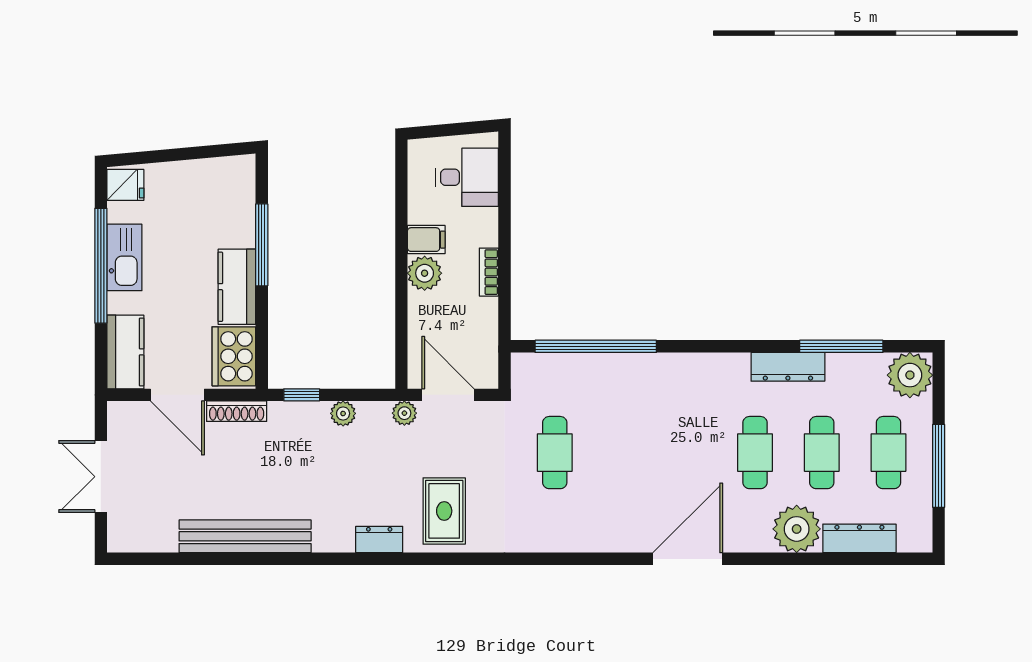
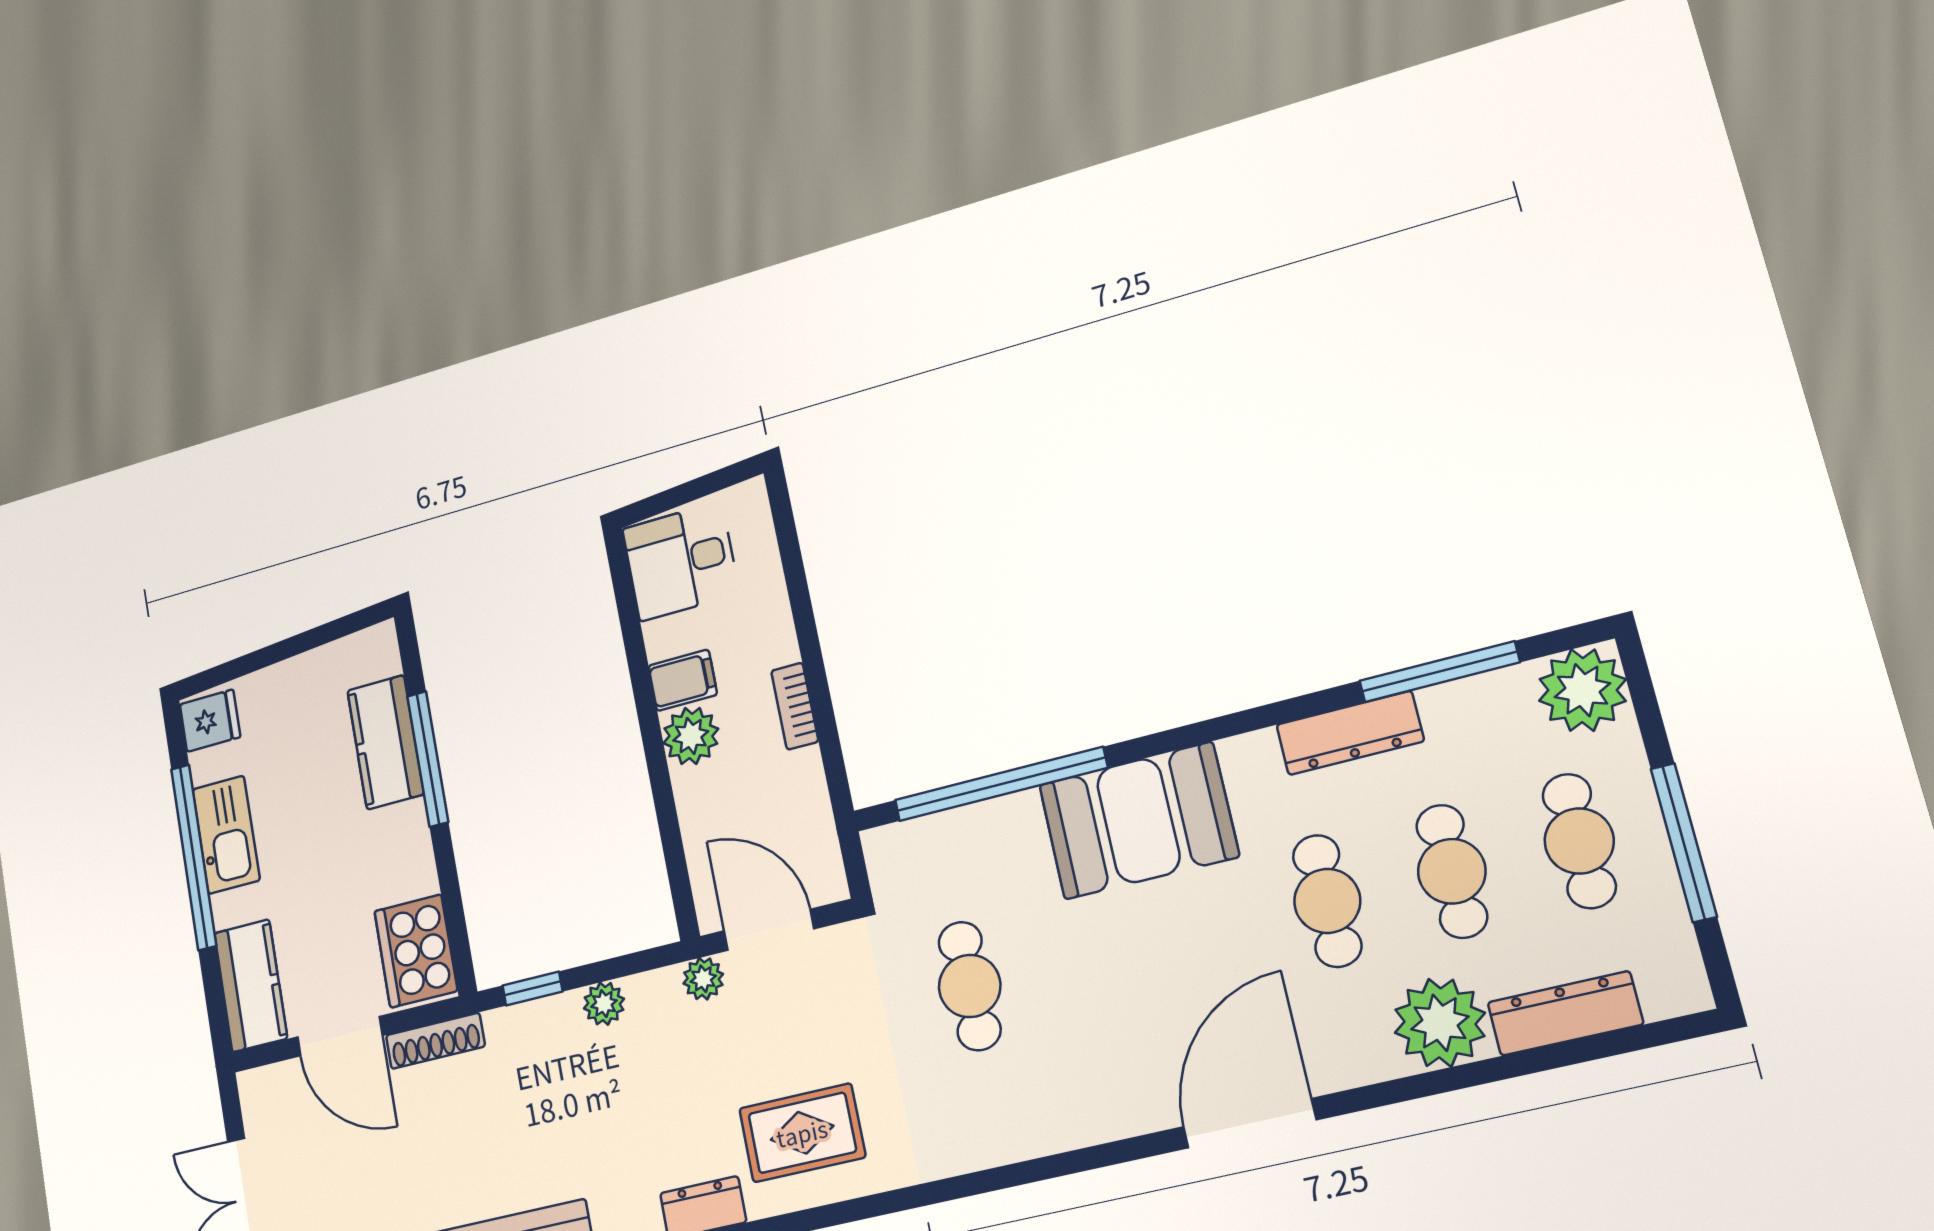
desk: (467, 177) -> (681, 561), moved, turned 180
kitchen counter: (237, 287) -> (386, 742), moved
booth: (666, 385) -> (1138, 821), added
rug: (444, 511) -> (802, 1133), turned 90

